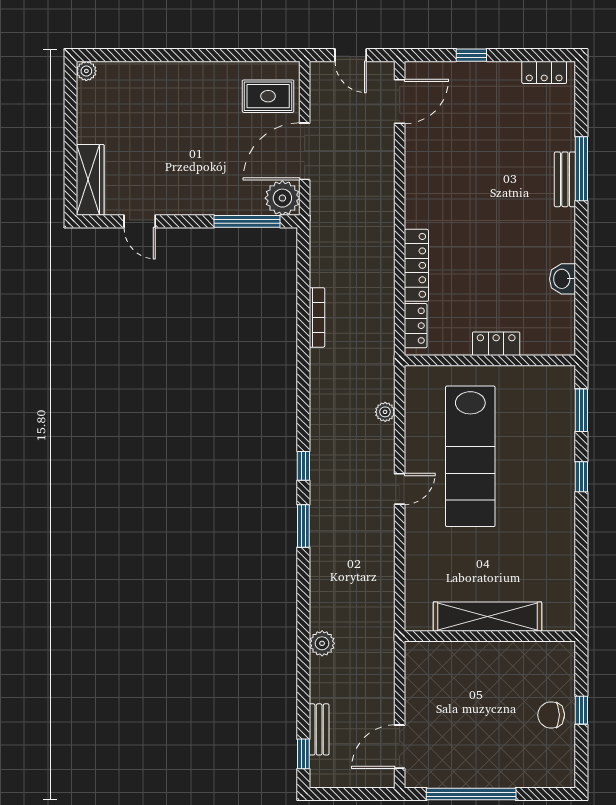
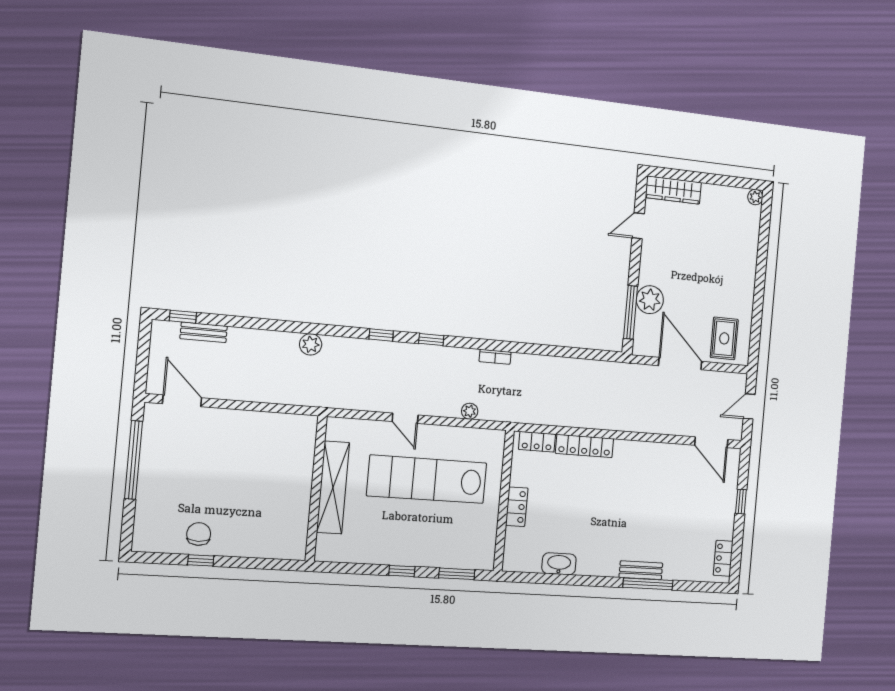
plant: (282, 198) -> (650, 300), moved
washbasin: (563, 279) -> (559, 564), width x1.38
bookcase: (317, 317) -> (495, 357), moved, width x0.64
window: (303, 526) -> (381, 335), width x0.67
shelving: (487, 617) -> (333, 487), moved
wall: (490, 636) -> (316, 488), moved
plant: (322, 643) -> (311, 344), moved

